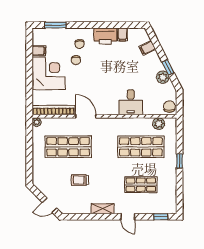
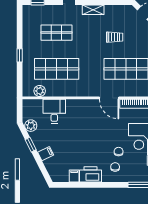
filing cabinet: (147, 48) -> (46, 154), moved
plant: (163, 77) -> (31, 126), moved
desk: (131, 102) -> (54, 111), moved
chair: (169, 107) -> (29, 107), removed

